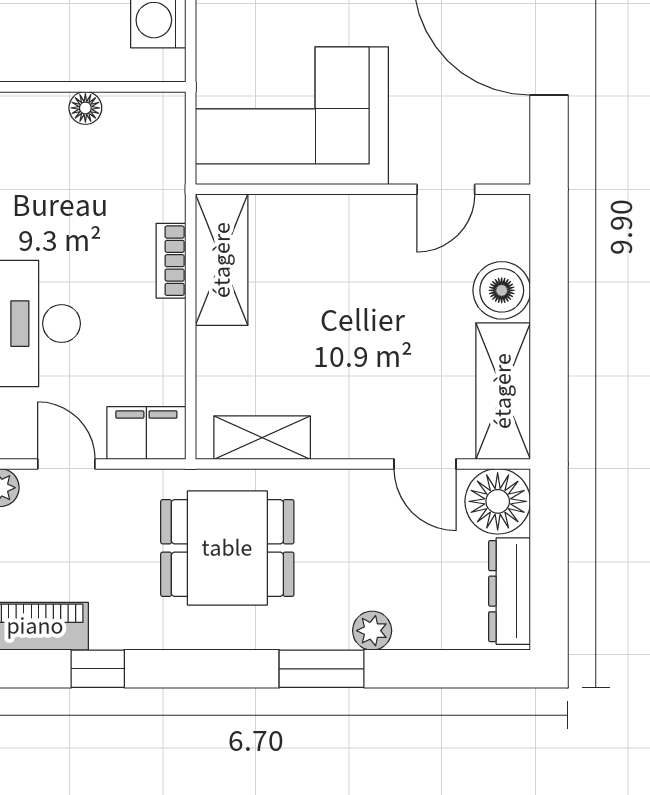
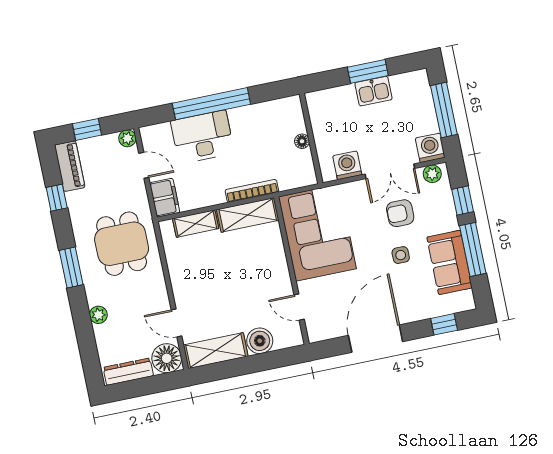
bookcase: (171, 261) -> (252, 191), width x1.56
shelving: (262, 438) -> (196, 224), moved, turned 90
door: (66, 464) -> (144, 165), hinge flipped
door: (425, 464) -> (176, 323), hinge flipped
window: (322, 669) -> (71, 268), moved

